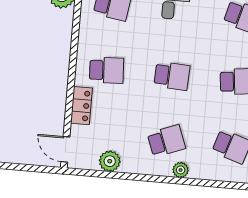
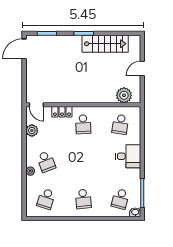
school desk: (172, 76) -> (83, 162), removed
door: (65, 149) -> (36, 105), swing flipped

